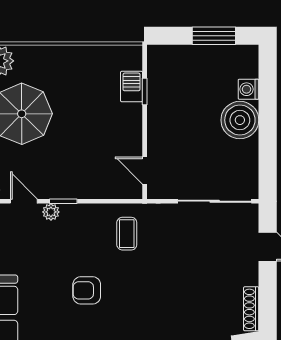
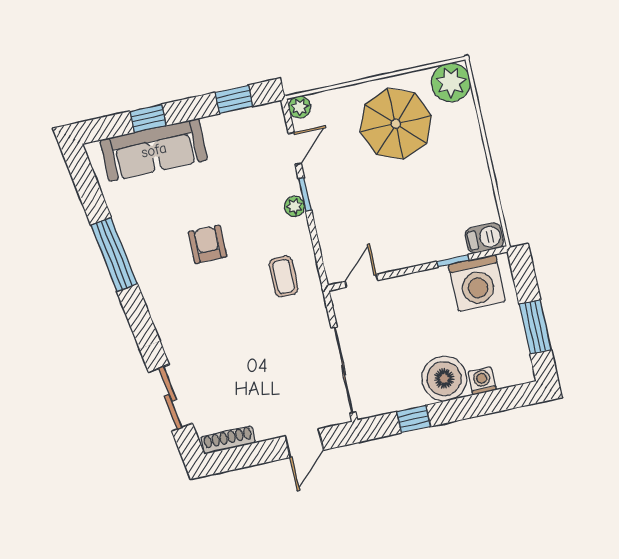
washing machine: (167, 76) -> (477, 283), added
barbecue: (132, 86) -> (484, 238), moved
window: (268, 153) -> (413, 419), added
plant: (51, 212) -> (295, 206), moved
coffee table: (127, 234) -> (284, 276), turned 90

